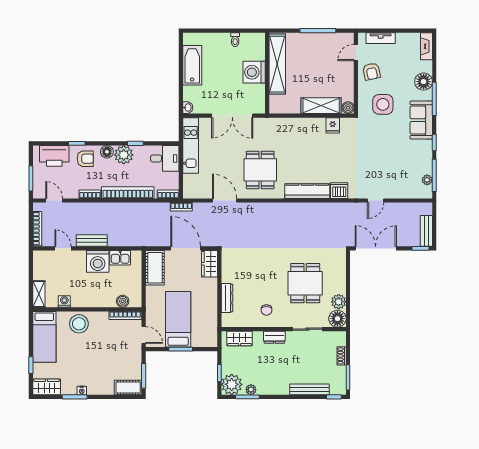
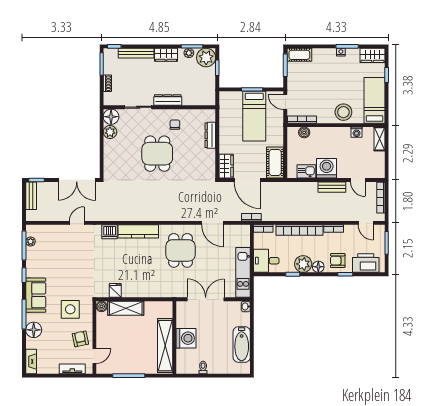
dining table: (305, 283) -> (157, 154), moved
dresser: (274, 337) -> (168, 100), width x1.44
wardrobe: (240, 339) -> (166, 55), moved, turned 180

